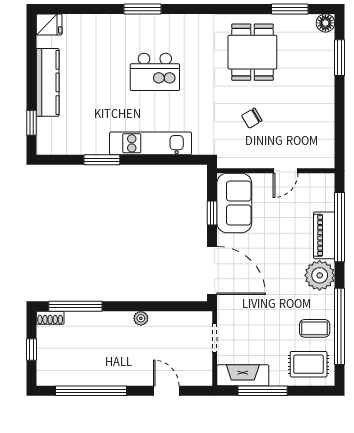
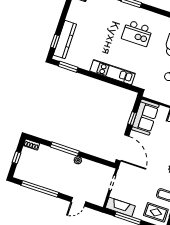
kitchen island: (155, 72) -> (137, 33), moved
kitchen counter: (48, 82) -> (65, 40), moved
window: (102, 160) -> (68, 67), moved
window: (75, 306) -> (65, 149), moved
door: (166, 391) -> (78, 202), swing flipped

